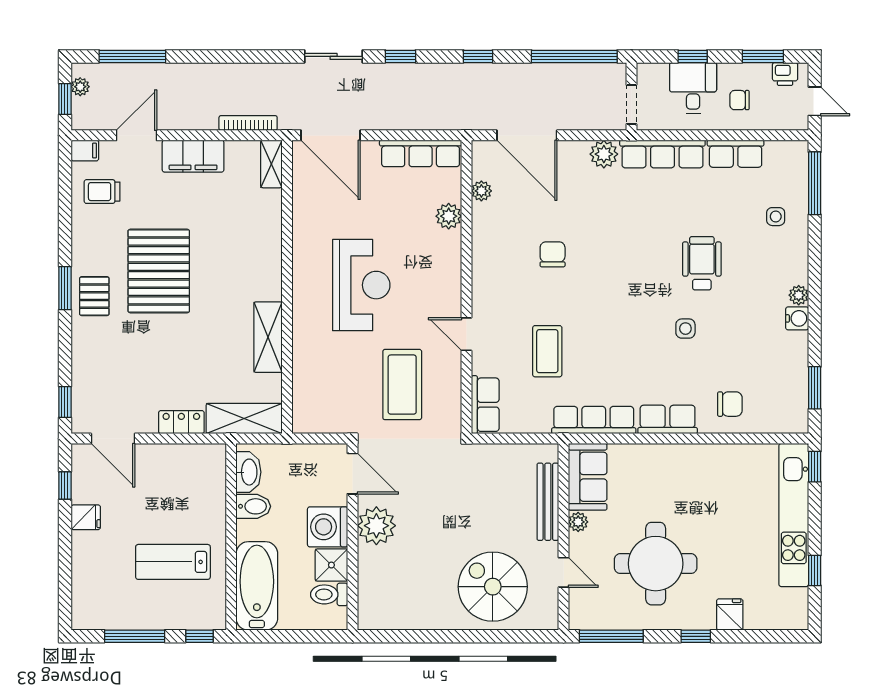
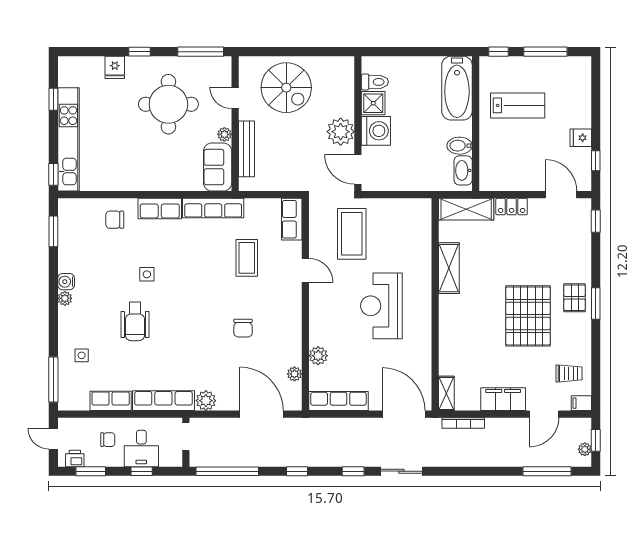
door: (352, 474) -> (358, 169), moved
plant: (376, 526) -> (341, 132), moved
washing machine: (328, 527) -> (376, 131), moved
wall: (352, 537) -> (358, 124), moved
shower: (331, 565) -> (373, 103), moved
toilet: (329, 594) -> (375, 82), moved

